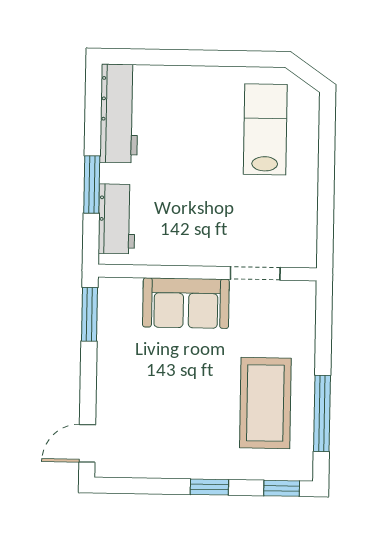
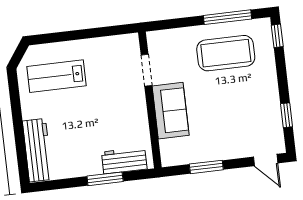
workbench: (119, 113) -> (37, 150), moved, turned 90
window: (89, 314) -> (206, 167), moved
window: (209, 487) -> (287, 115), moved

